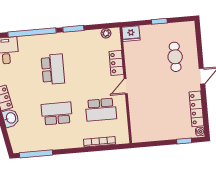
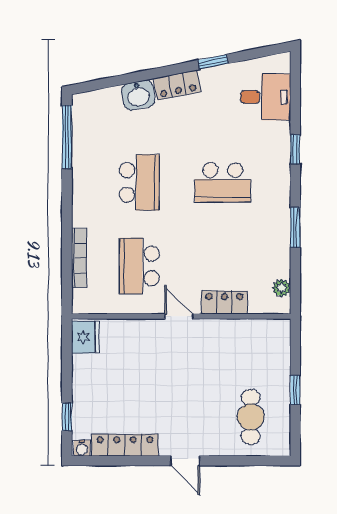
window: (32, 32) -> (295, 149), width x0.32
fridge: (131, 34) -> (85, 337), moved, turned 180
cafe table: (175, 57) -> (251, 417), moved, turned 90

